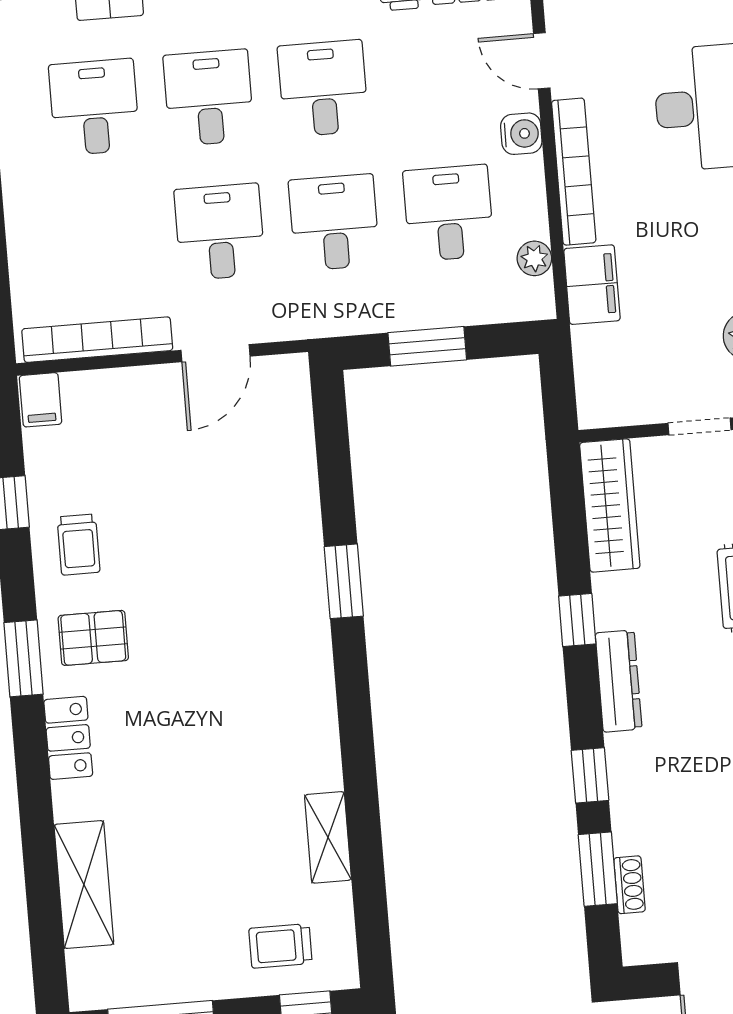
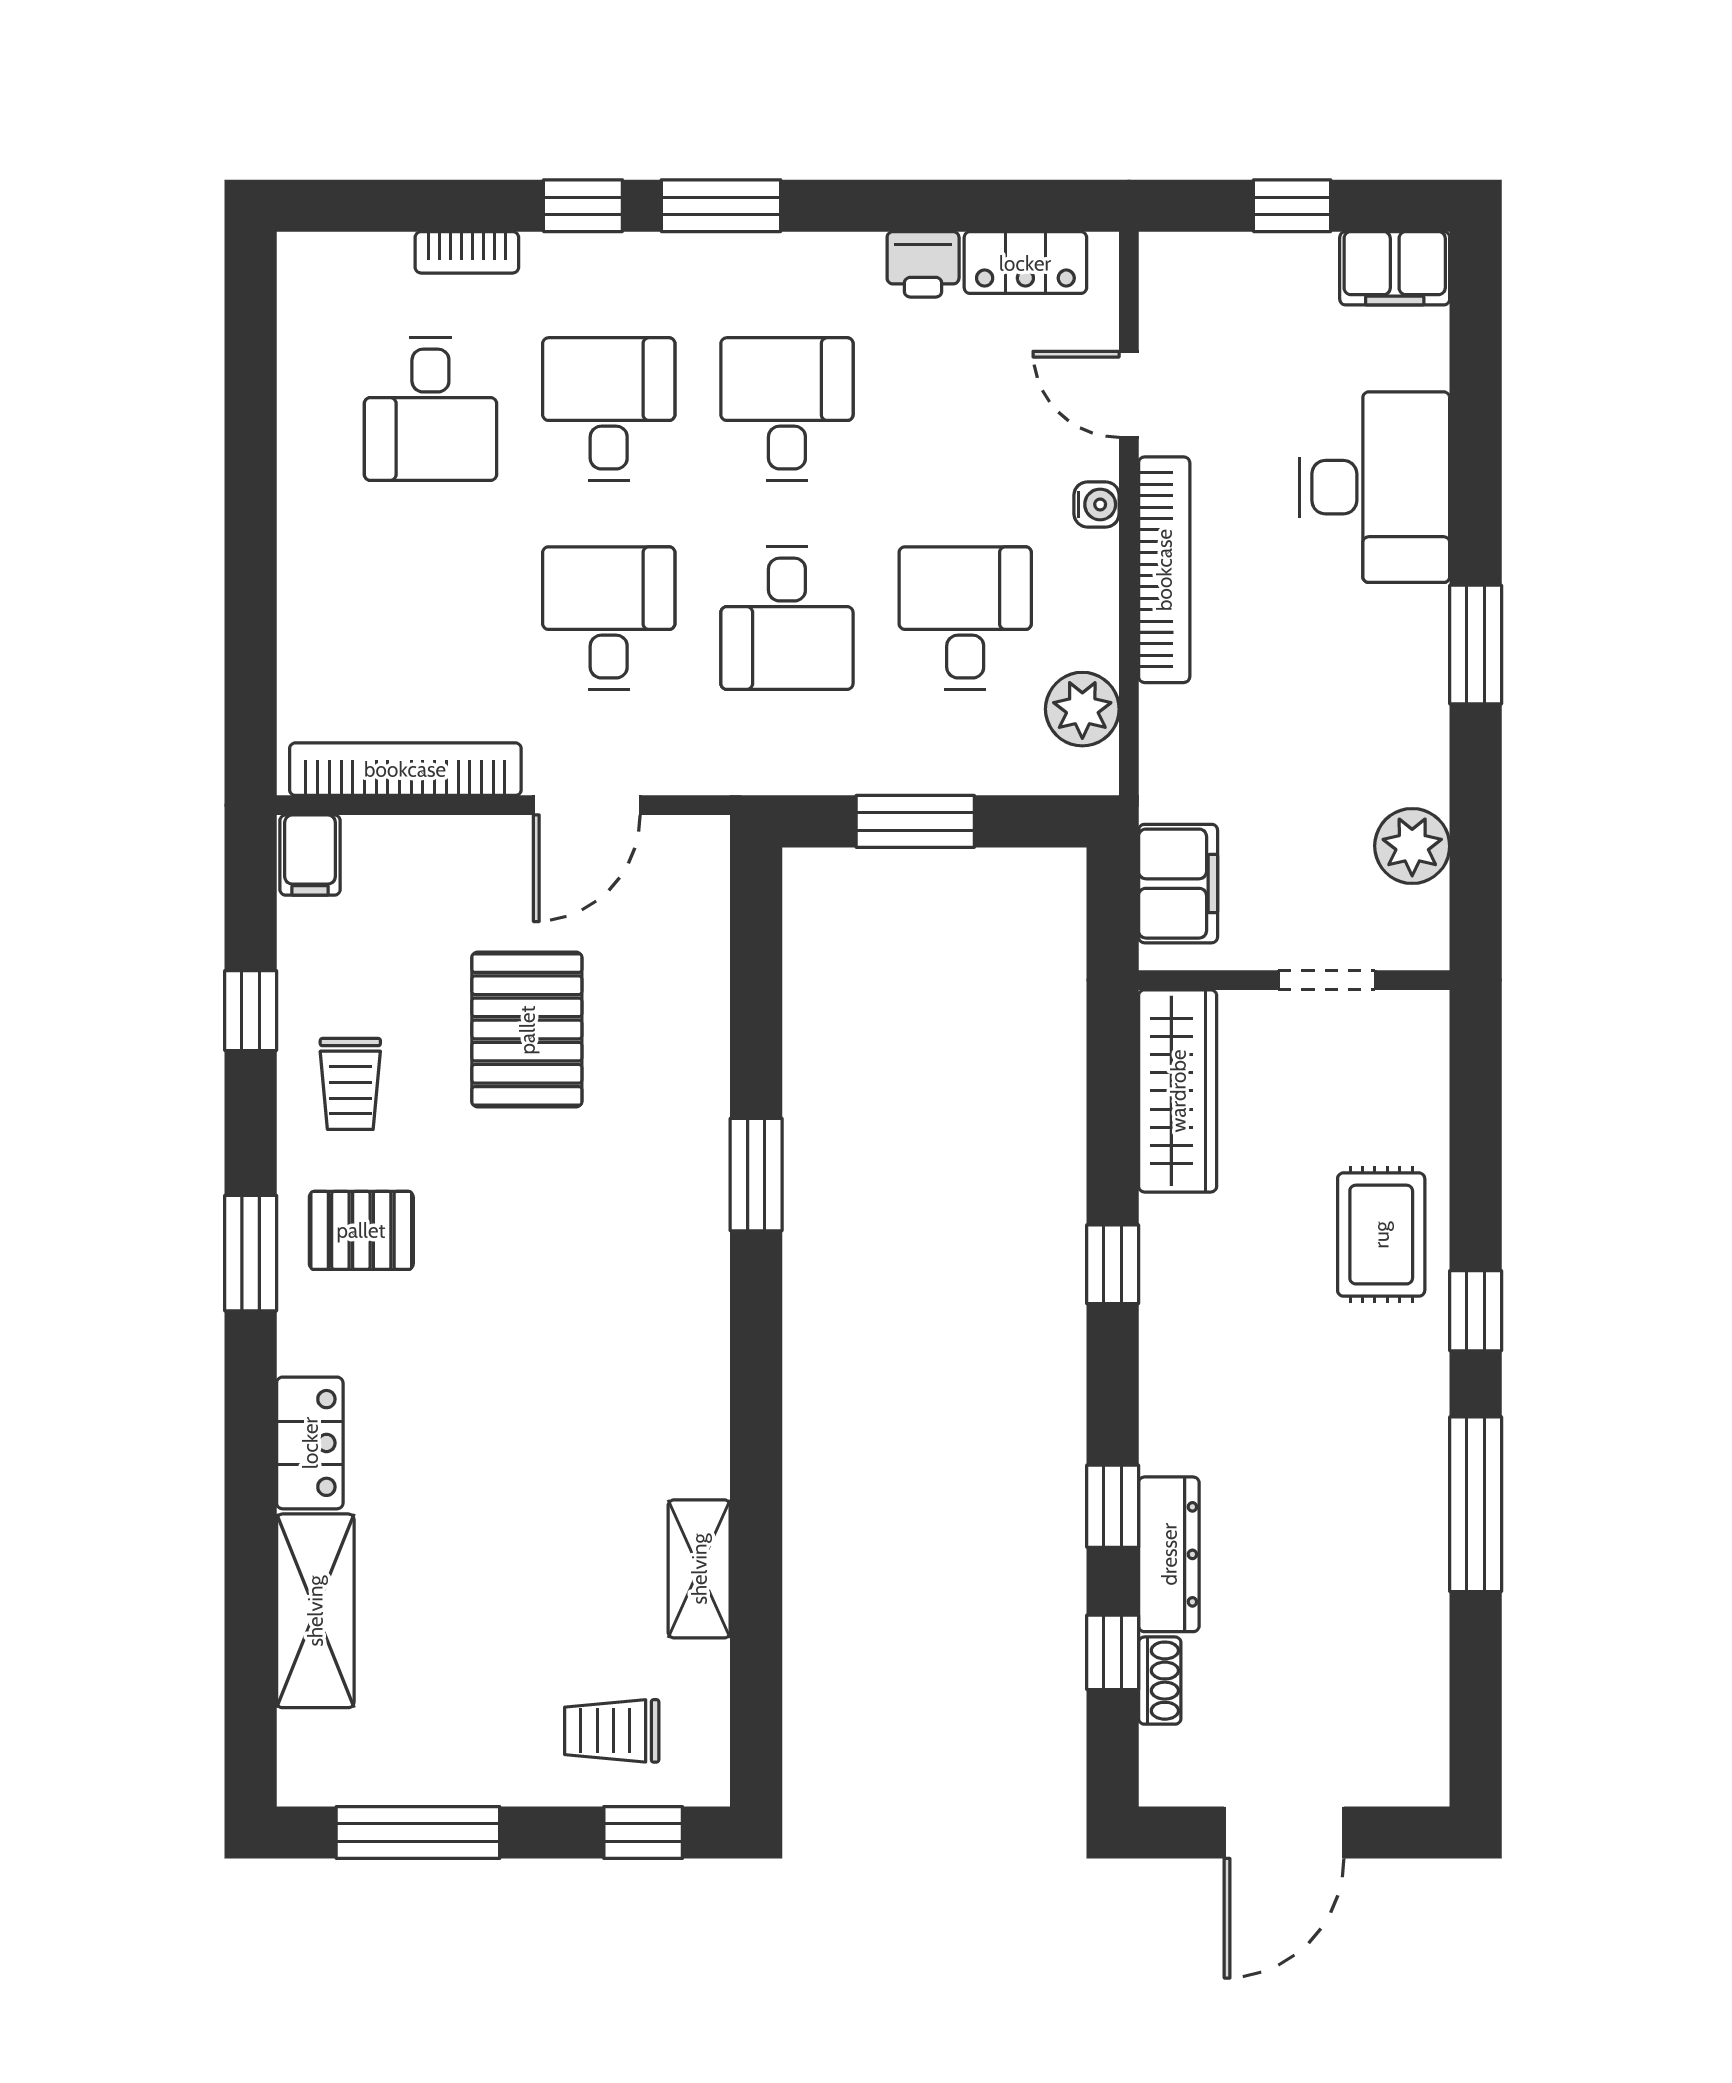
desk: (94, 107) -> (430, 409), turned 180
water cooler: (521, 134) -> (1097, 504), width x0.72, depth x0.72
desk: (334, 223) -> (787, 618), turned 180
plant: (534, 258) -> (1082, 709), width x1.38, depth x1.38
filing cabinet: (592, 285) -> (1178, 884), moved
pallet: (189, 500) -> (527, 1030), added
dresser: (619, 681) -> (1169, 1554), moved
locker: (68, 738) -> (310, 1443), moved
window: (598, 869) -> (1113, 1652), width x0.67

